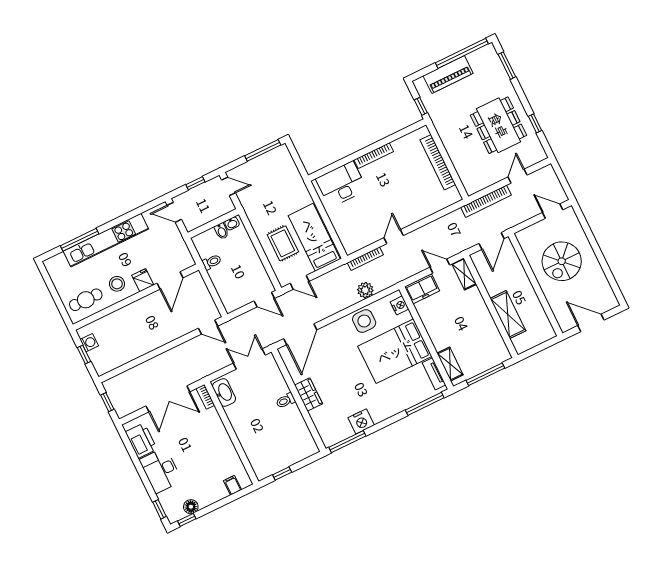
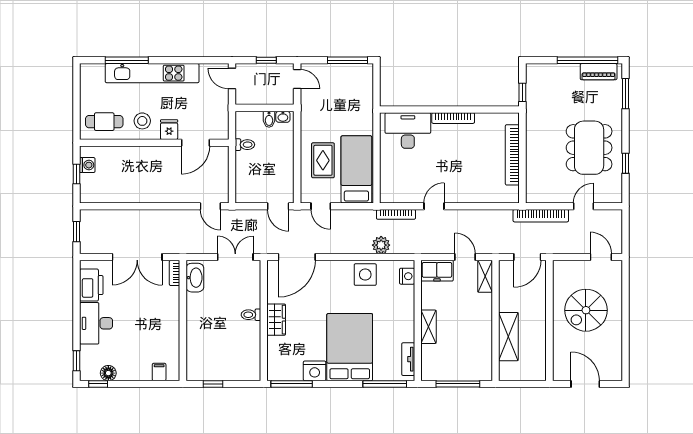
piano: (448, 74) -> (599, 72), moved, width x0.73, depth x0.75
bed: (395, 351) -> (350, 347), moved, turned 90
shelving: (450, 364) -> (428, 327), moved

